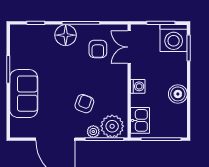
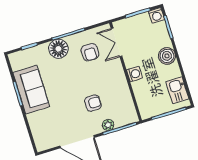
washing machine: (174, 38) -> (156, 15), width x0.53, depth x0.53
sofa: (24, 94) -> (31, 90), moved
boiler: (178, 94) -> (167, 56), moved
armchair: (84, 104) -> (93, 103), turned 70
kitchen sink: (140, 120) -> (177, 90), moved, turned 180
plant: (112, 126) -> (123, 115), removed

